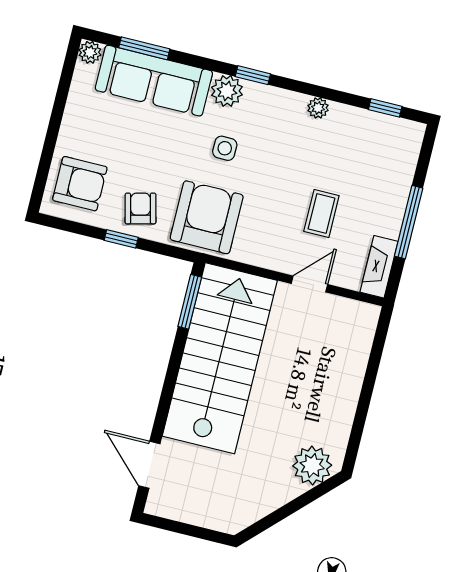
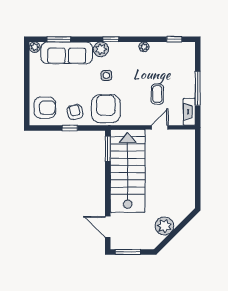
plant: (312, 466) -> (164, 226), moved
window: (179, 527) -> (128, 252), added

